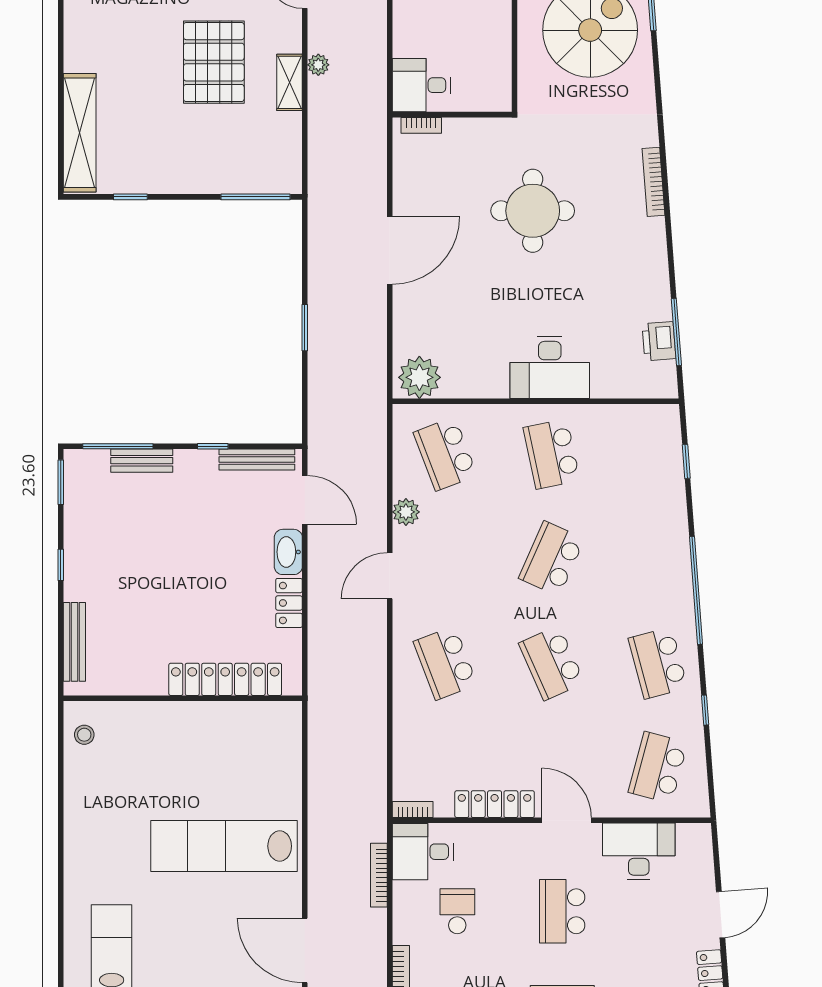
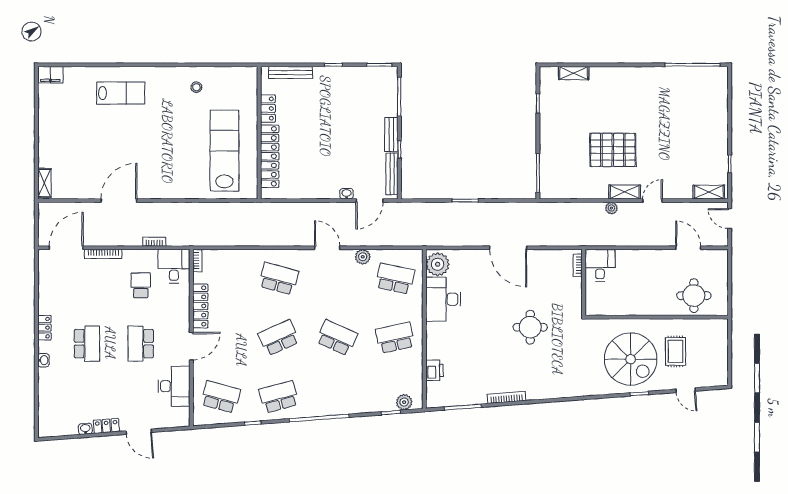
shelving: (289, 82) -> (625, 192), moved
shelving: (80, 133) -> (574, 73), width x0.45, depth x0.75
bookcase: (654, 182) -> (507, 397), moved
round table: (533, 211) -> (530, 327), width x0.73, depth x0.73
printer: (659, 341) -> (434, 370), moved, turned 94
desk: (550, 367) -> (443, 299), moved
plant: (667, 438) -> (404, 402), added
school desk: (445, 454) -> (395, 279), turned 33
bench: (142, 461) -> (391, 135), moved
washbasin: (288, 552) -> (347, 194), width x0.52, depth x0.69
locker: (289, 603) -> (268, 109), moved, turned 90
school desk: (445, 663) -> (279, 279), turned 36
stool: (84, 735) -> (196, 87), moved
lab bench: (224, 846) -> (224, 151), moved
bookcase: (379, 875) -> (154, 242), width x0.64
school desk: (457, 911) -> (141, 285), turned -90
school desk: (562, 911) -> (141, 344), turned -90

